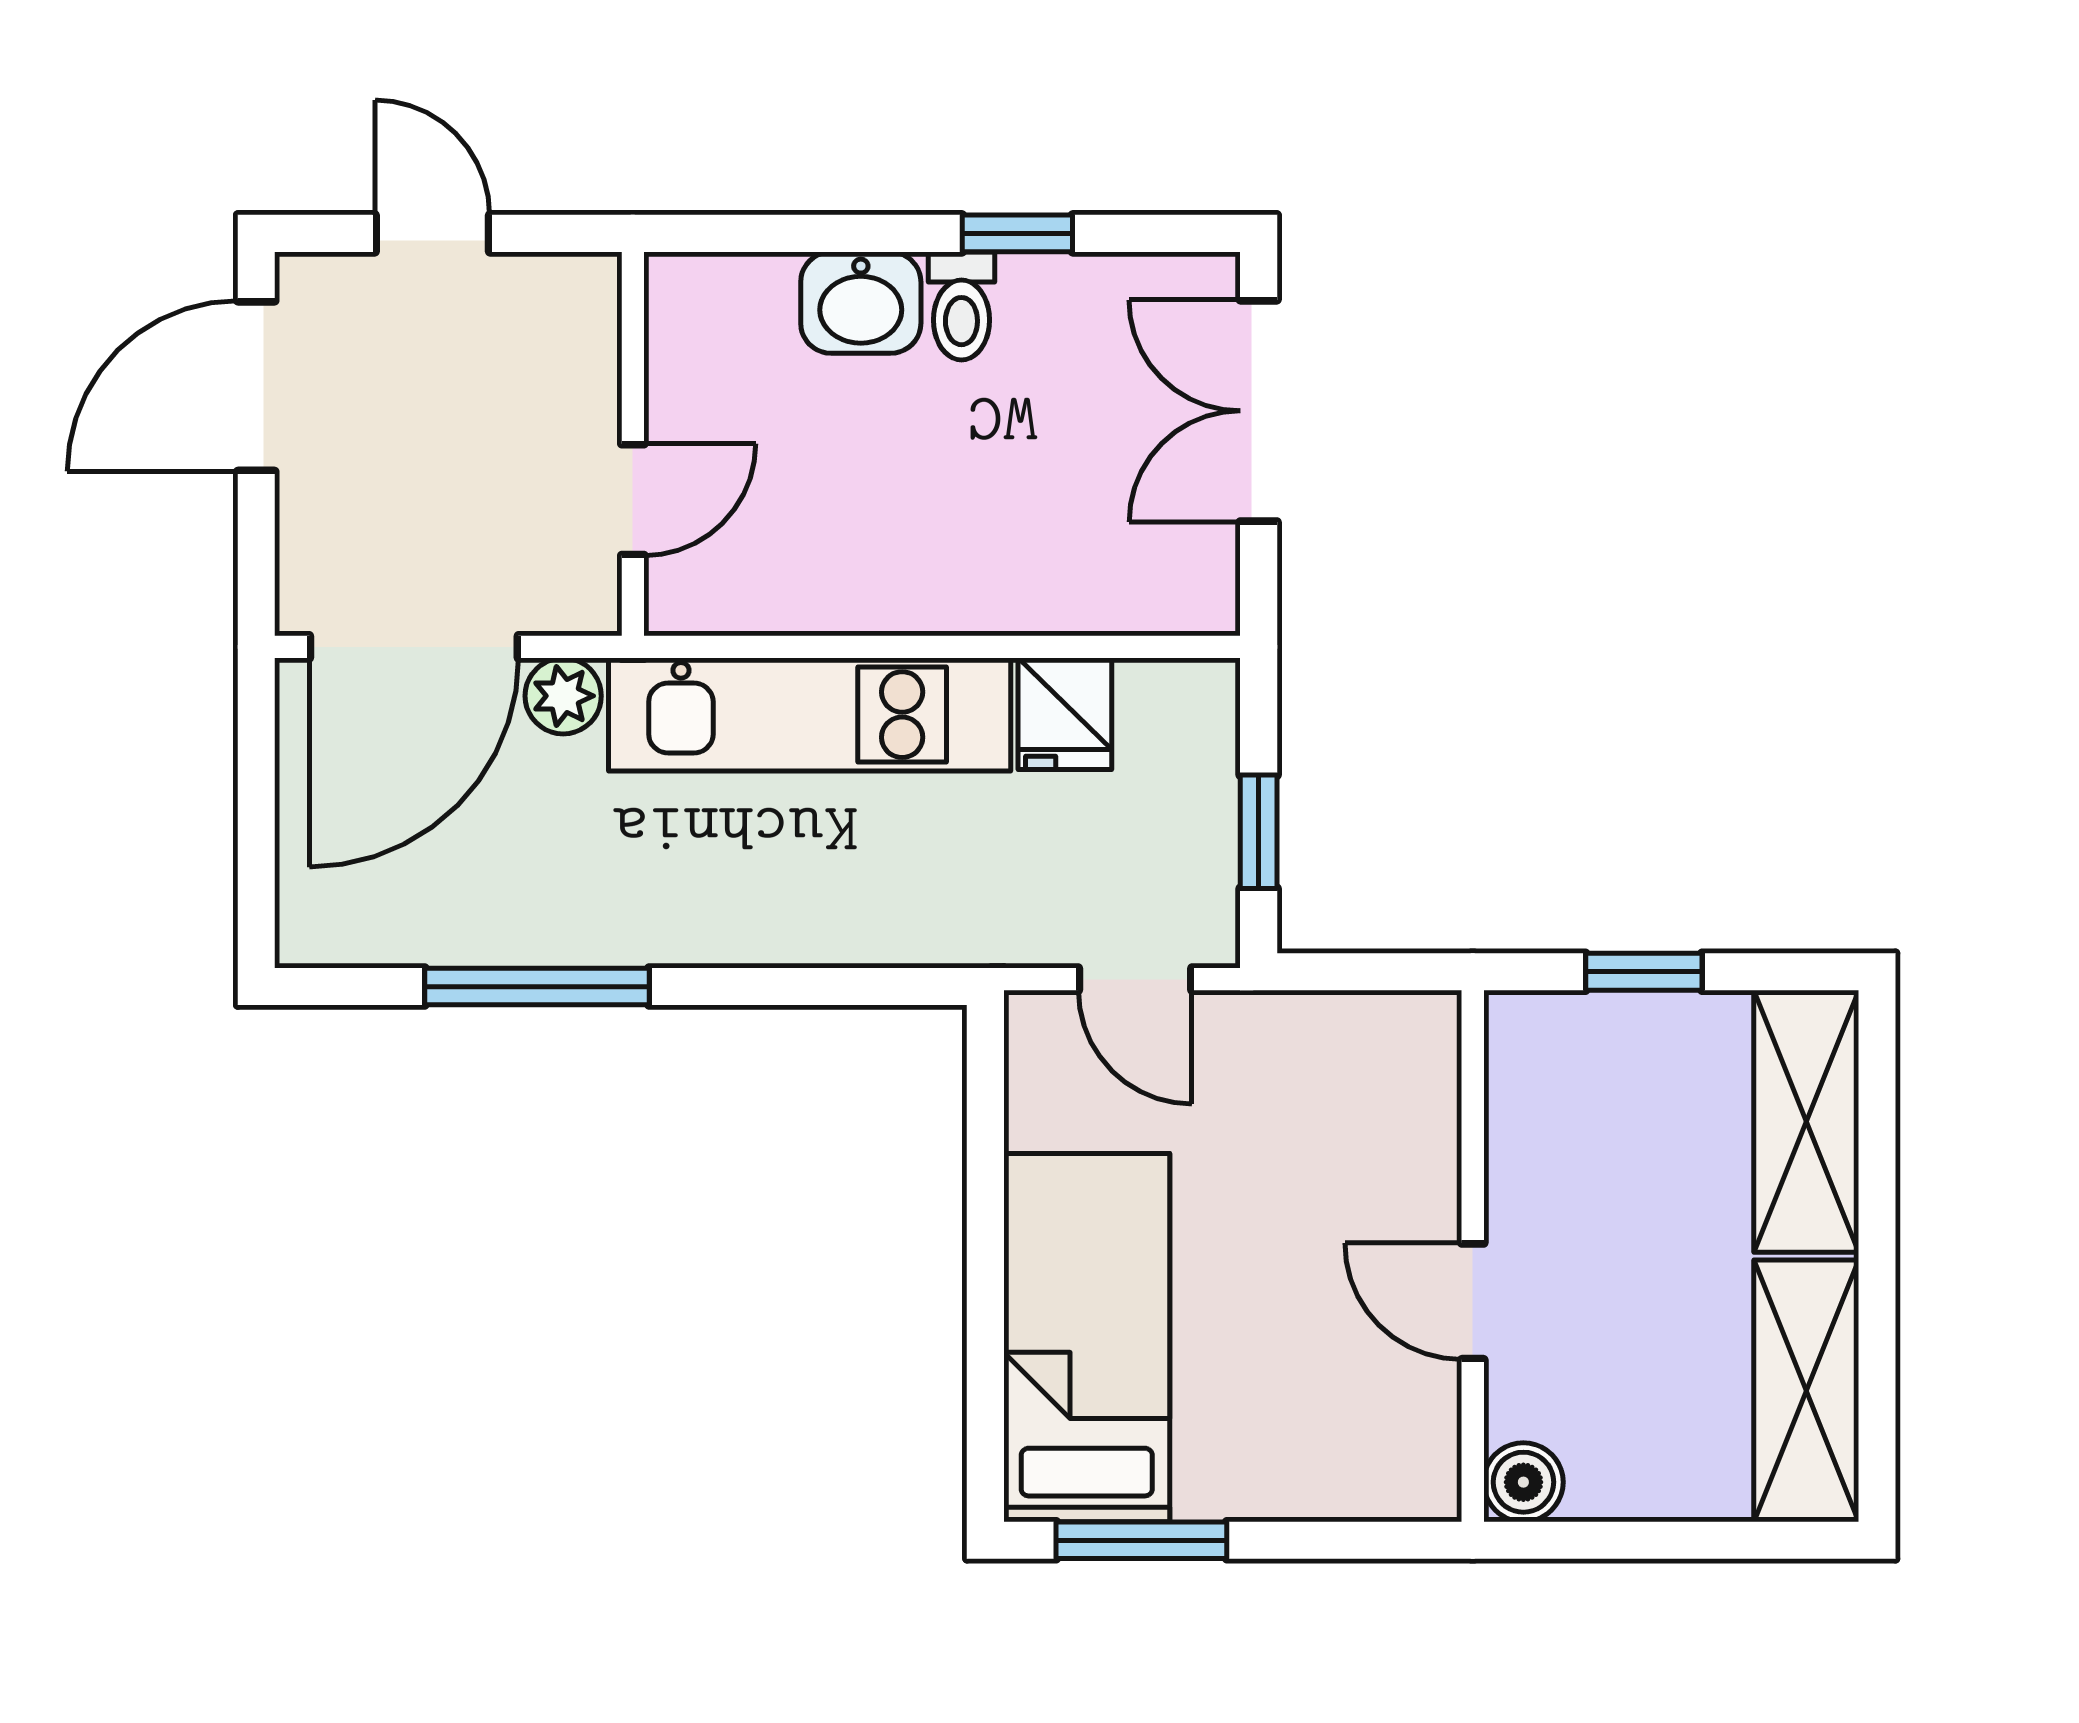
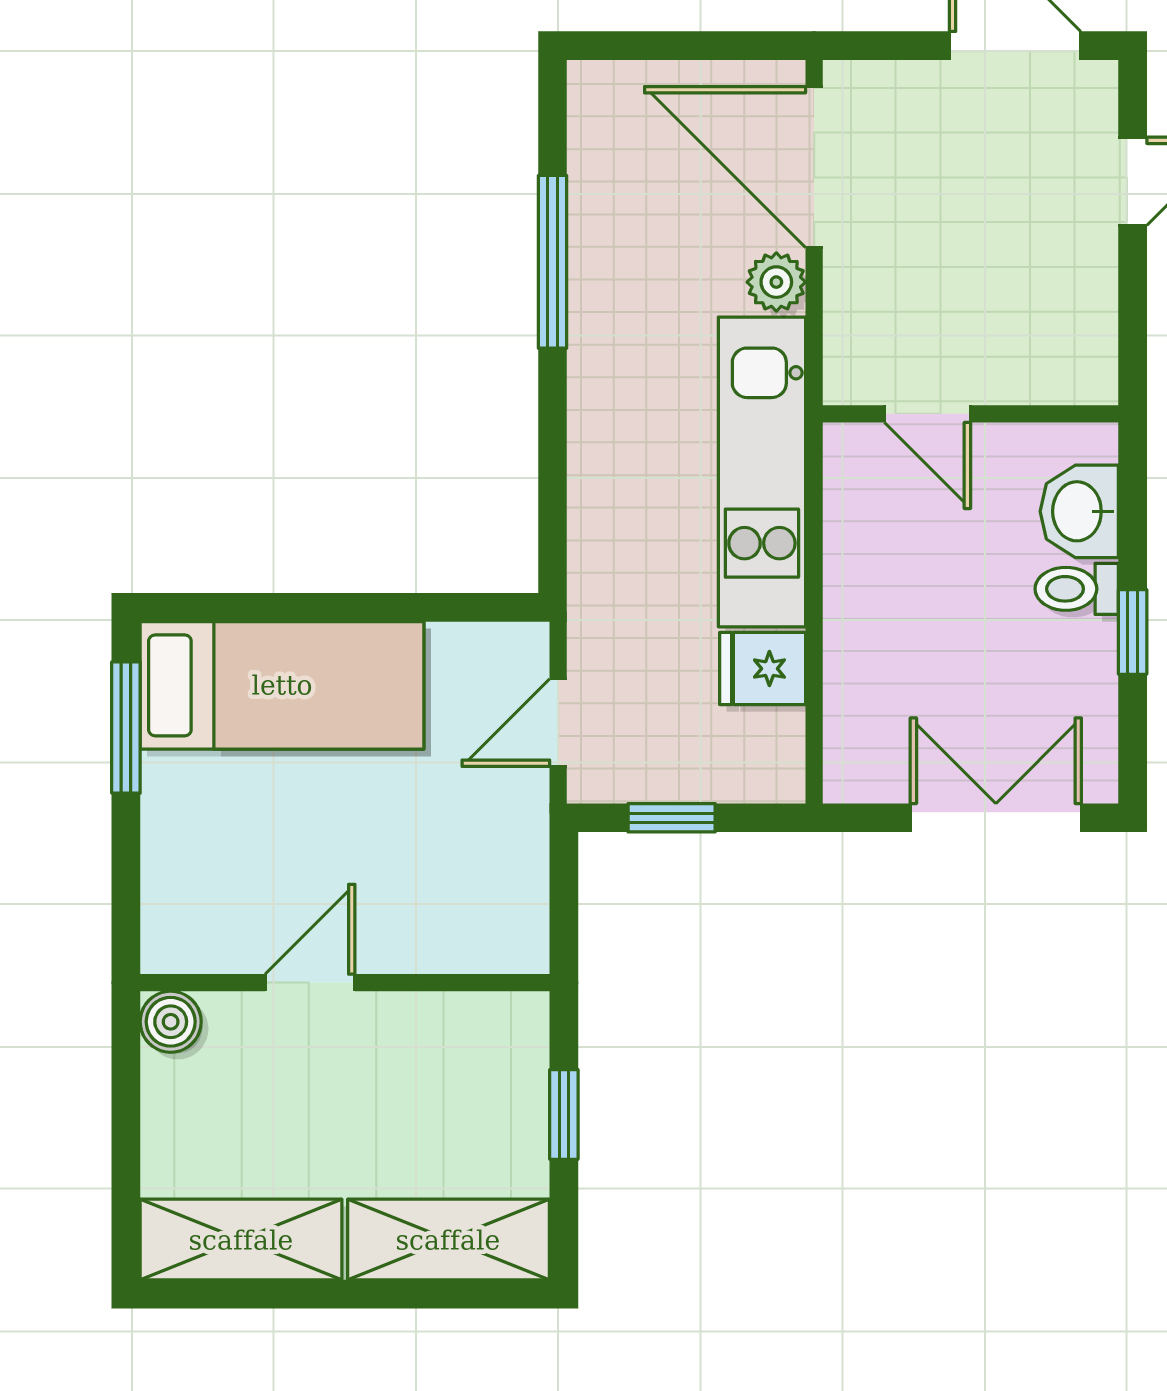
wall: (633, 444) -> (971, 414), moved
door: (633, 500) -> (928, 414), moved

